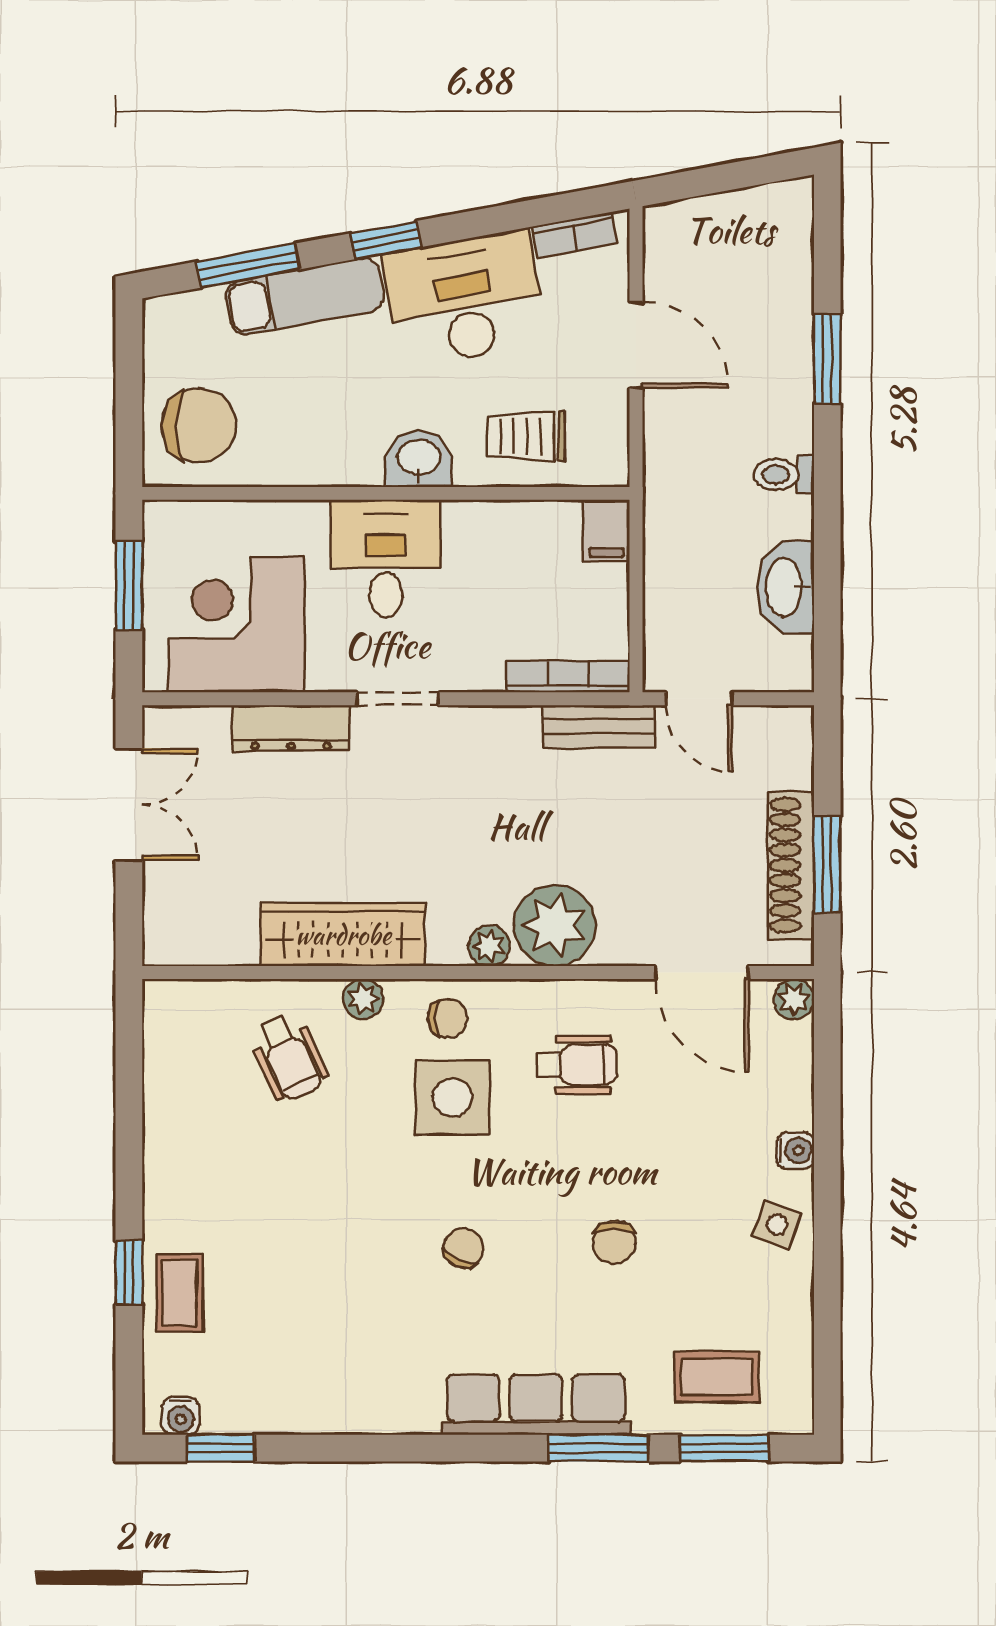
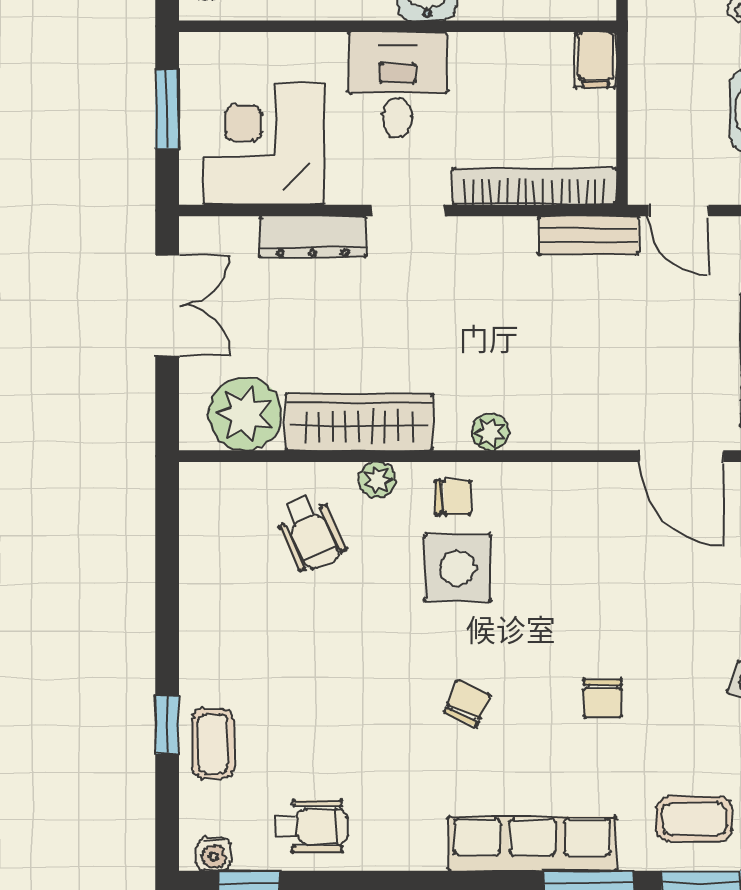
bookcase: (568, 677) -> (535, 186), width x1.48, depth x1.31
plant: (555, 925) -> (245, 414), moved
wheelchair: (576, 1065) -> (311, 826), moved

